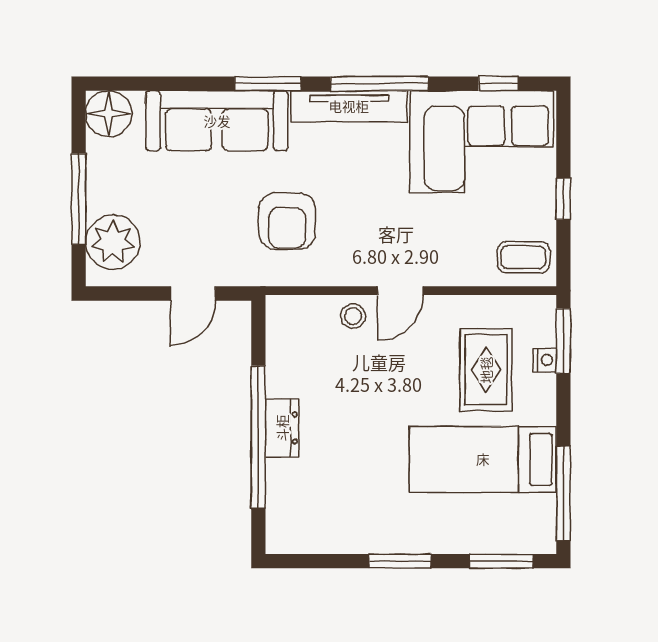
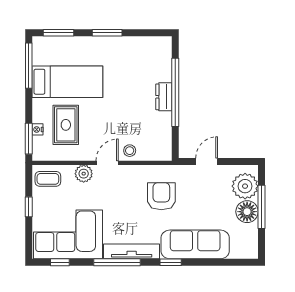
window: (268, 84) -> (171, 262), width x0.67
floor lamp: (109, 114) -> (247, 212), moved
plant: (449, 268) -> (84, 174), added

